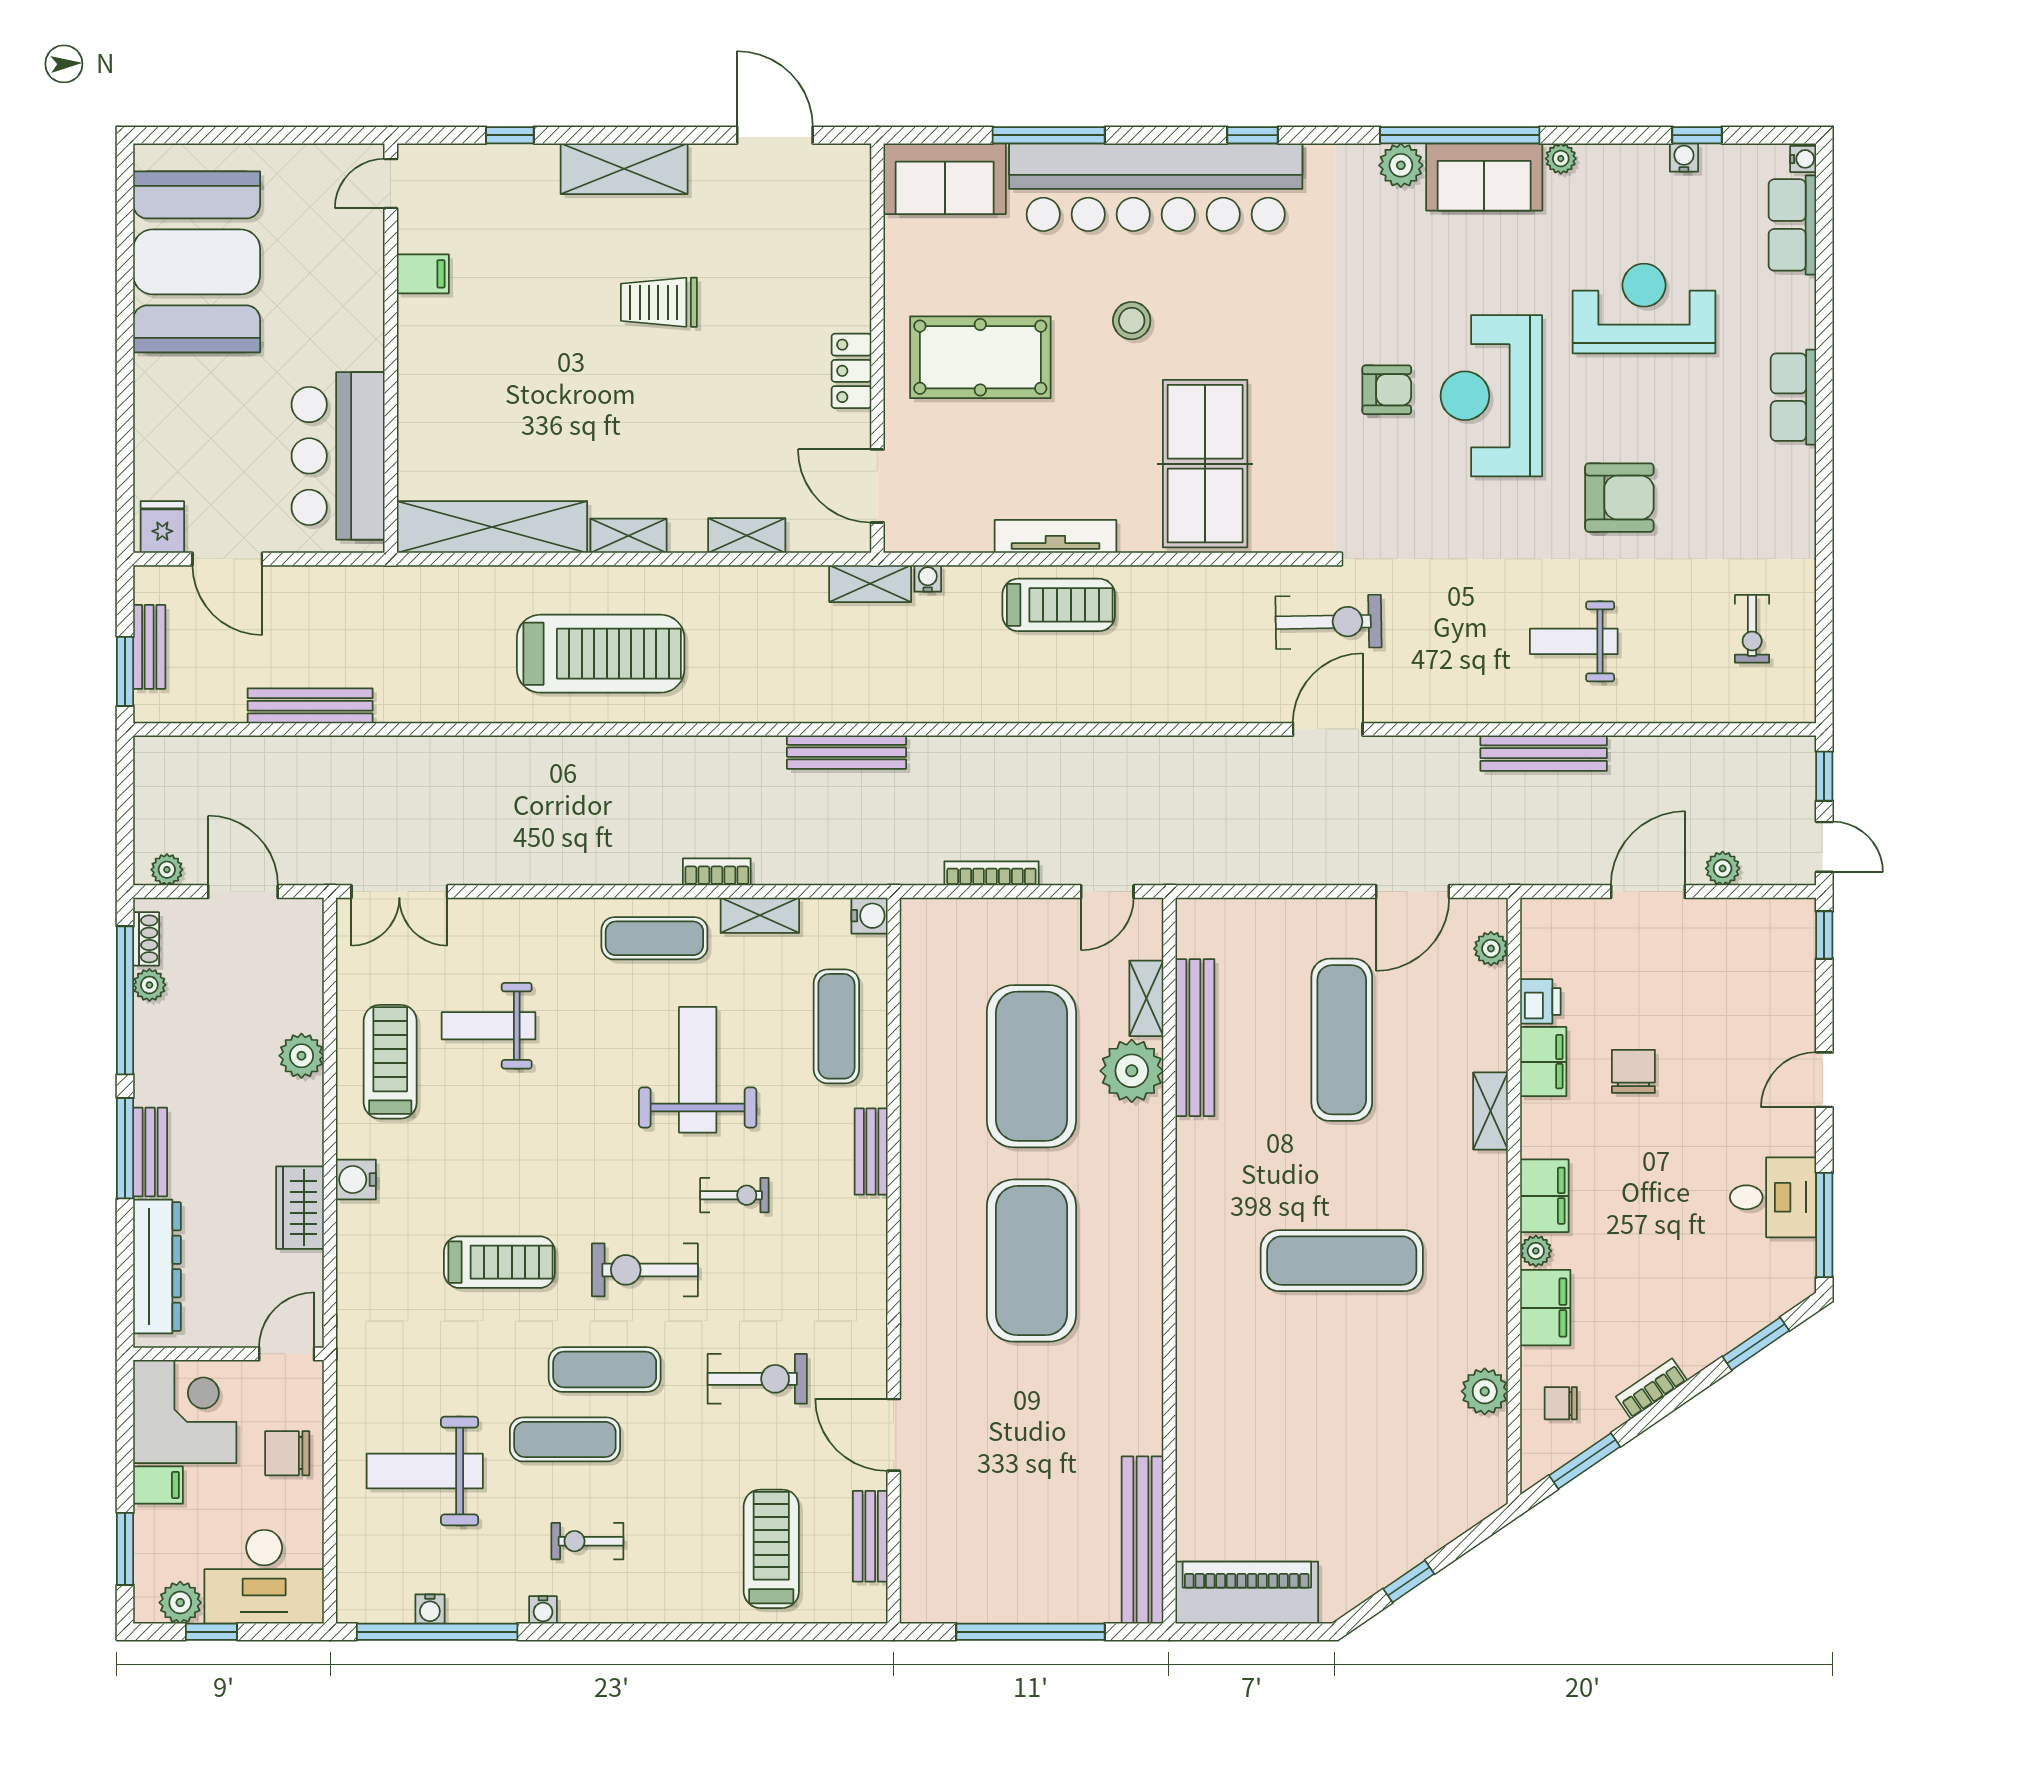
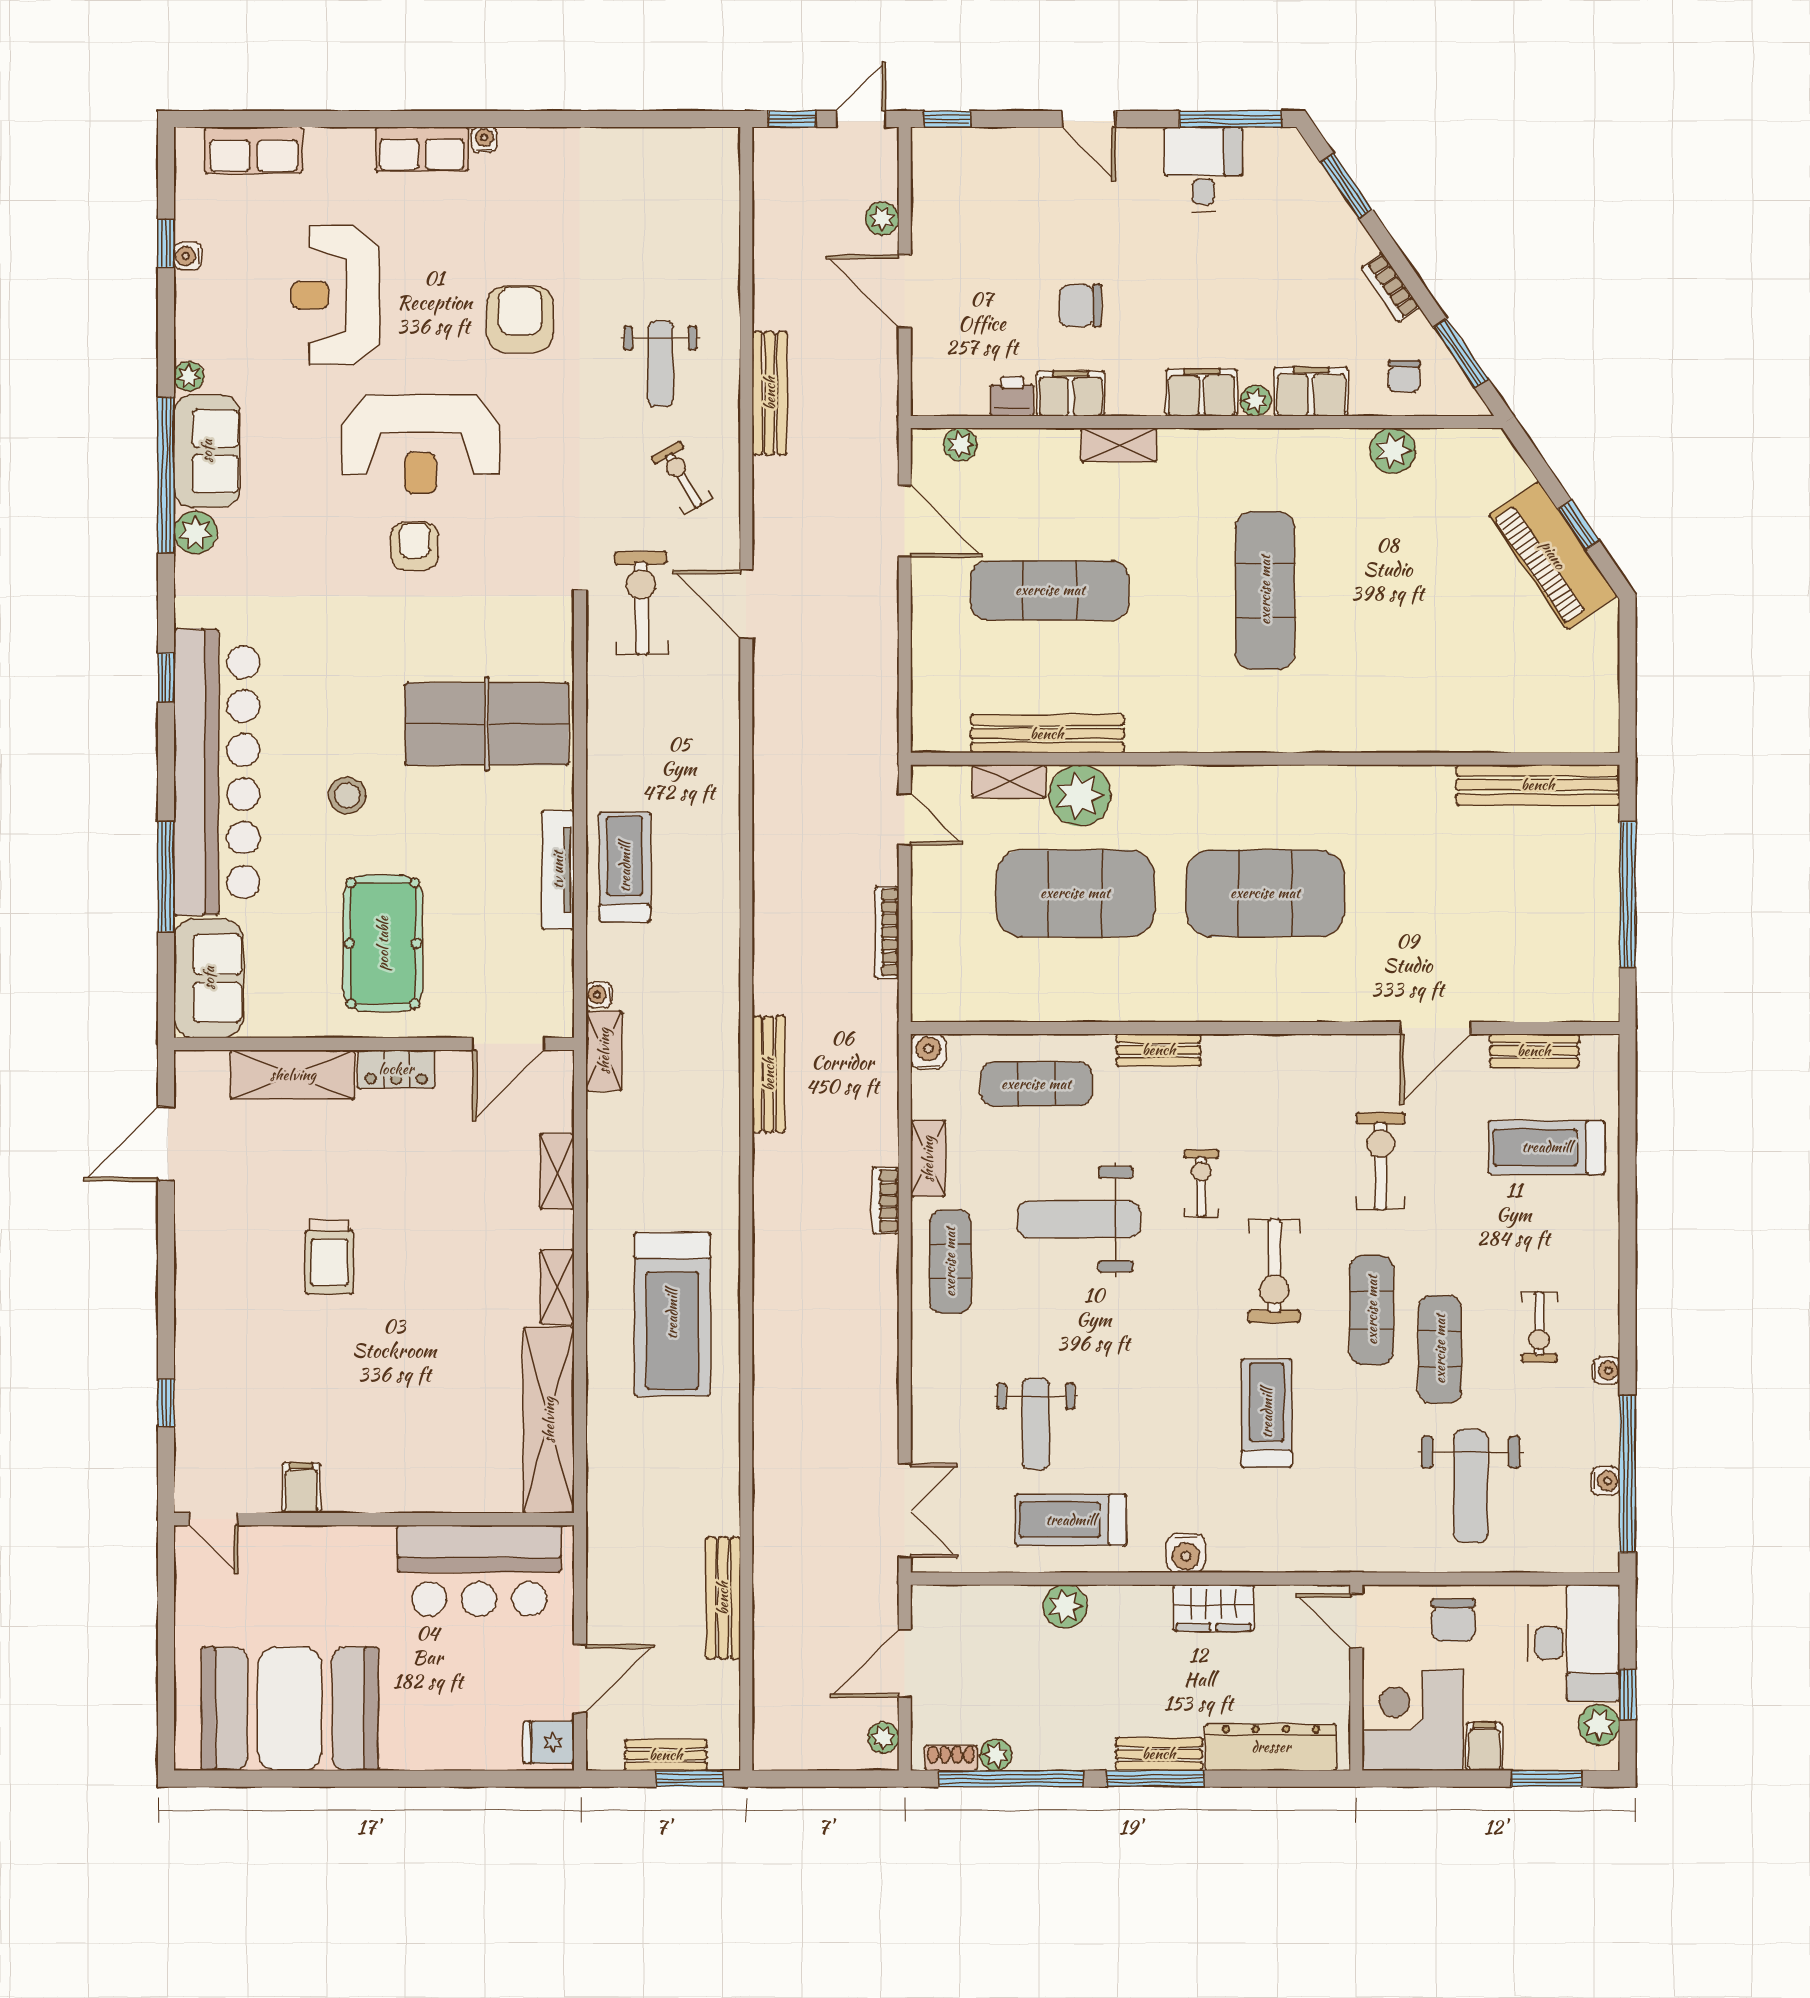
water cooler: (1803, 159) -> (484, 140), moved
shelving: (624, 169) -> (293, 1075), moved, turned 90
exercise bike: (1752, 629) -> (682, 478), moved, turned -120
treadmill: (601, 654) -> (672, 1314), turned 180
piano: (1247, 1593) -> (1553, 555), moved, turned -34

